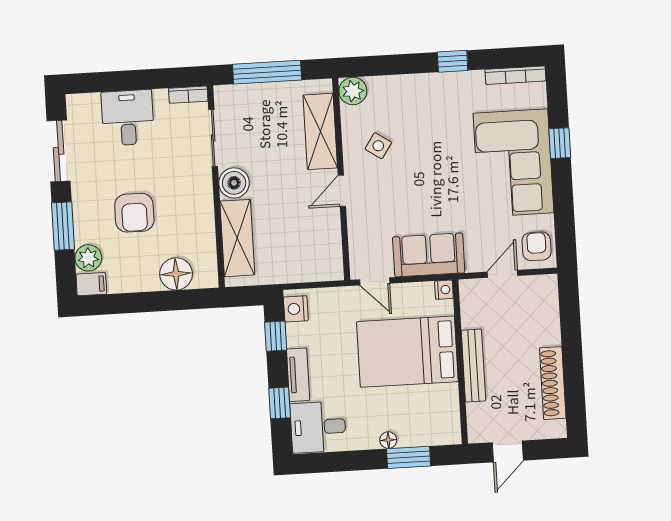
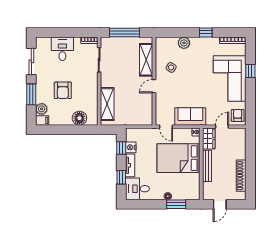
plant: (353, 91) -> (184, 43), moved
boiler: (234, 183) -> (107, 80), removed
wardrobe: (474, 303) -> (209, 139), added
nightstand: (296, 309) -> (131, 147), moved

